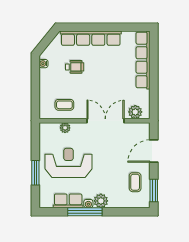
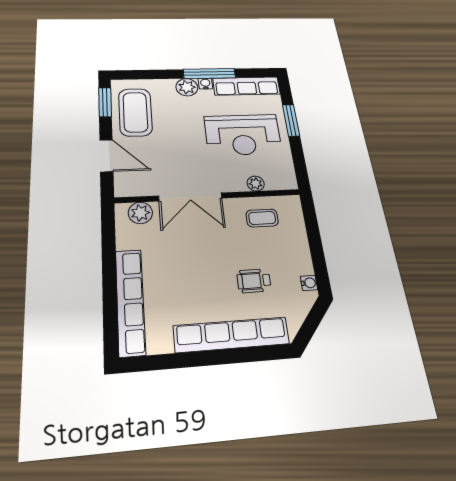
door: (154, 151) -> (106, 156), hinge flipped
coffee table: (135, 182) -> (135, 112), width x1.86, depth x1.72
row of seats: (68, 201) -> (247, 86), width x1.48

